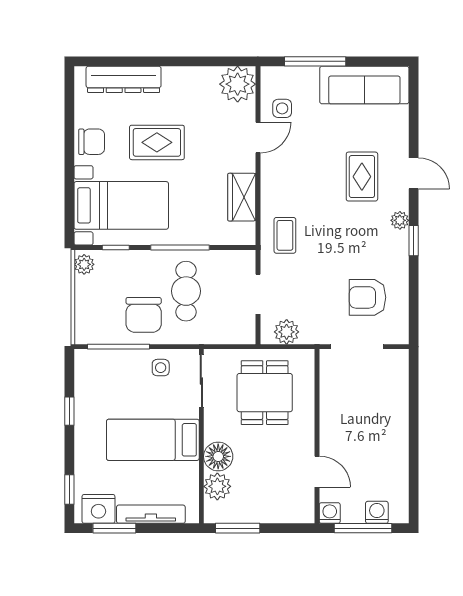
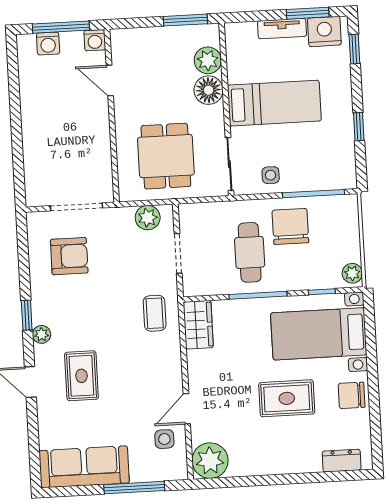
dresser: (124, 79) -> (342, 461), width x0.51, depth x0.80
wardrobe: (242, 197) -> (198, 325), moved
tv unit: (151, 514) -> (282, 29), width x0.71

